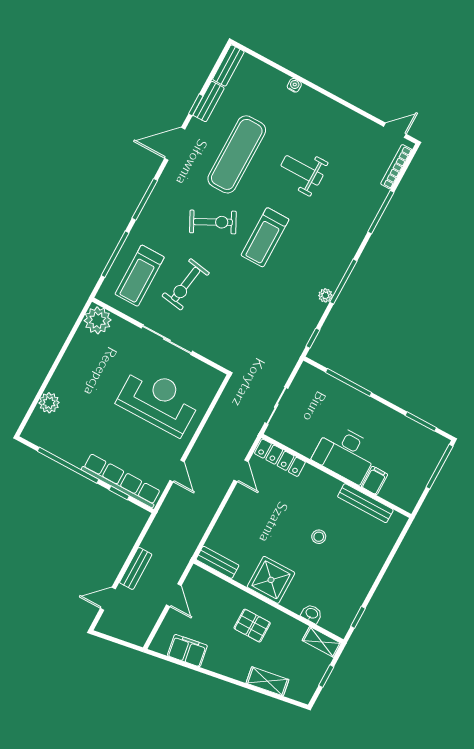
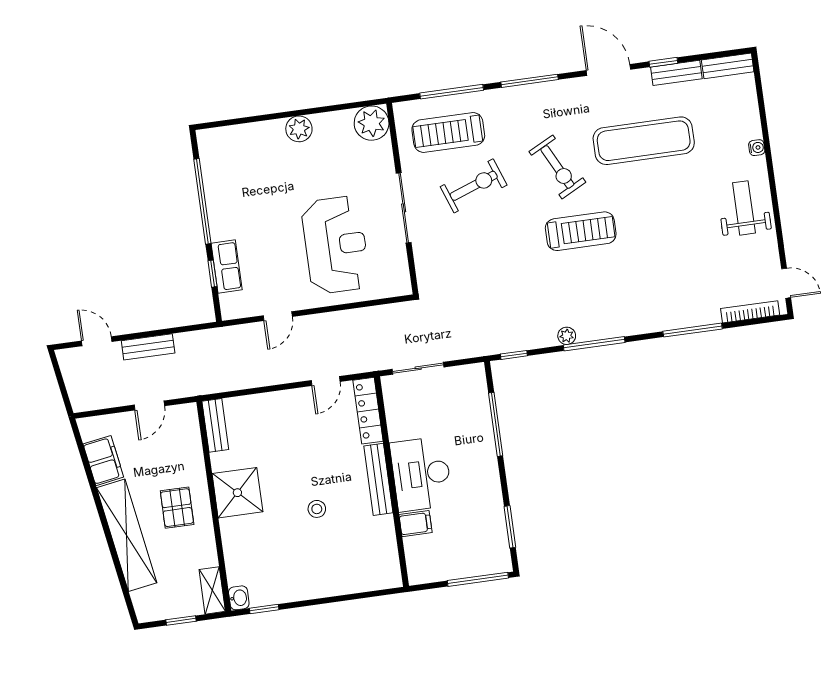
weight bench: (302, 170) -> (744, 208), moved
treadmill: (265, 237) -> (581, 231), turned 180
exercise bike: (186, 284) -> (474, 186), turned 151
plant: (49, 403) -> (299, 129), moved
row of seats: (121, 481) -> (227, 267), width x0.50
bench: (365, 503) -> (378, 479), moved
washbasin: (312, 614) -> (239, 598), moved
shelving: (267, 681) -> (127, 535), width x2.20, depth x1.33

